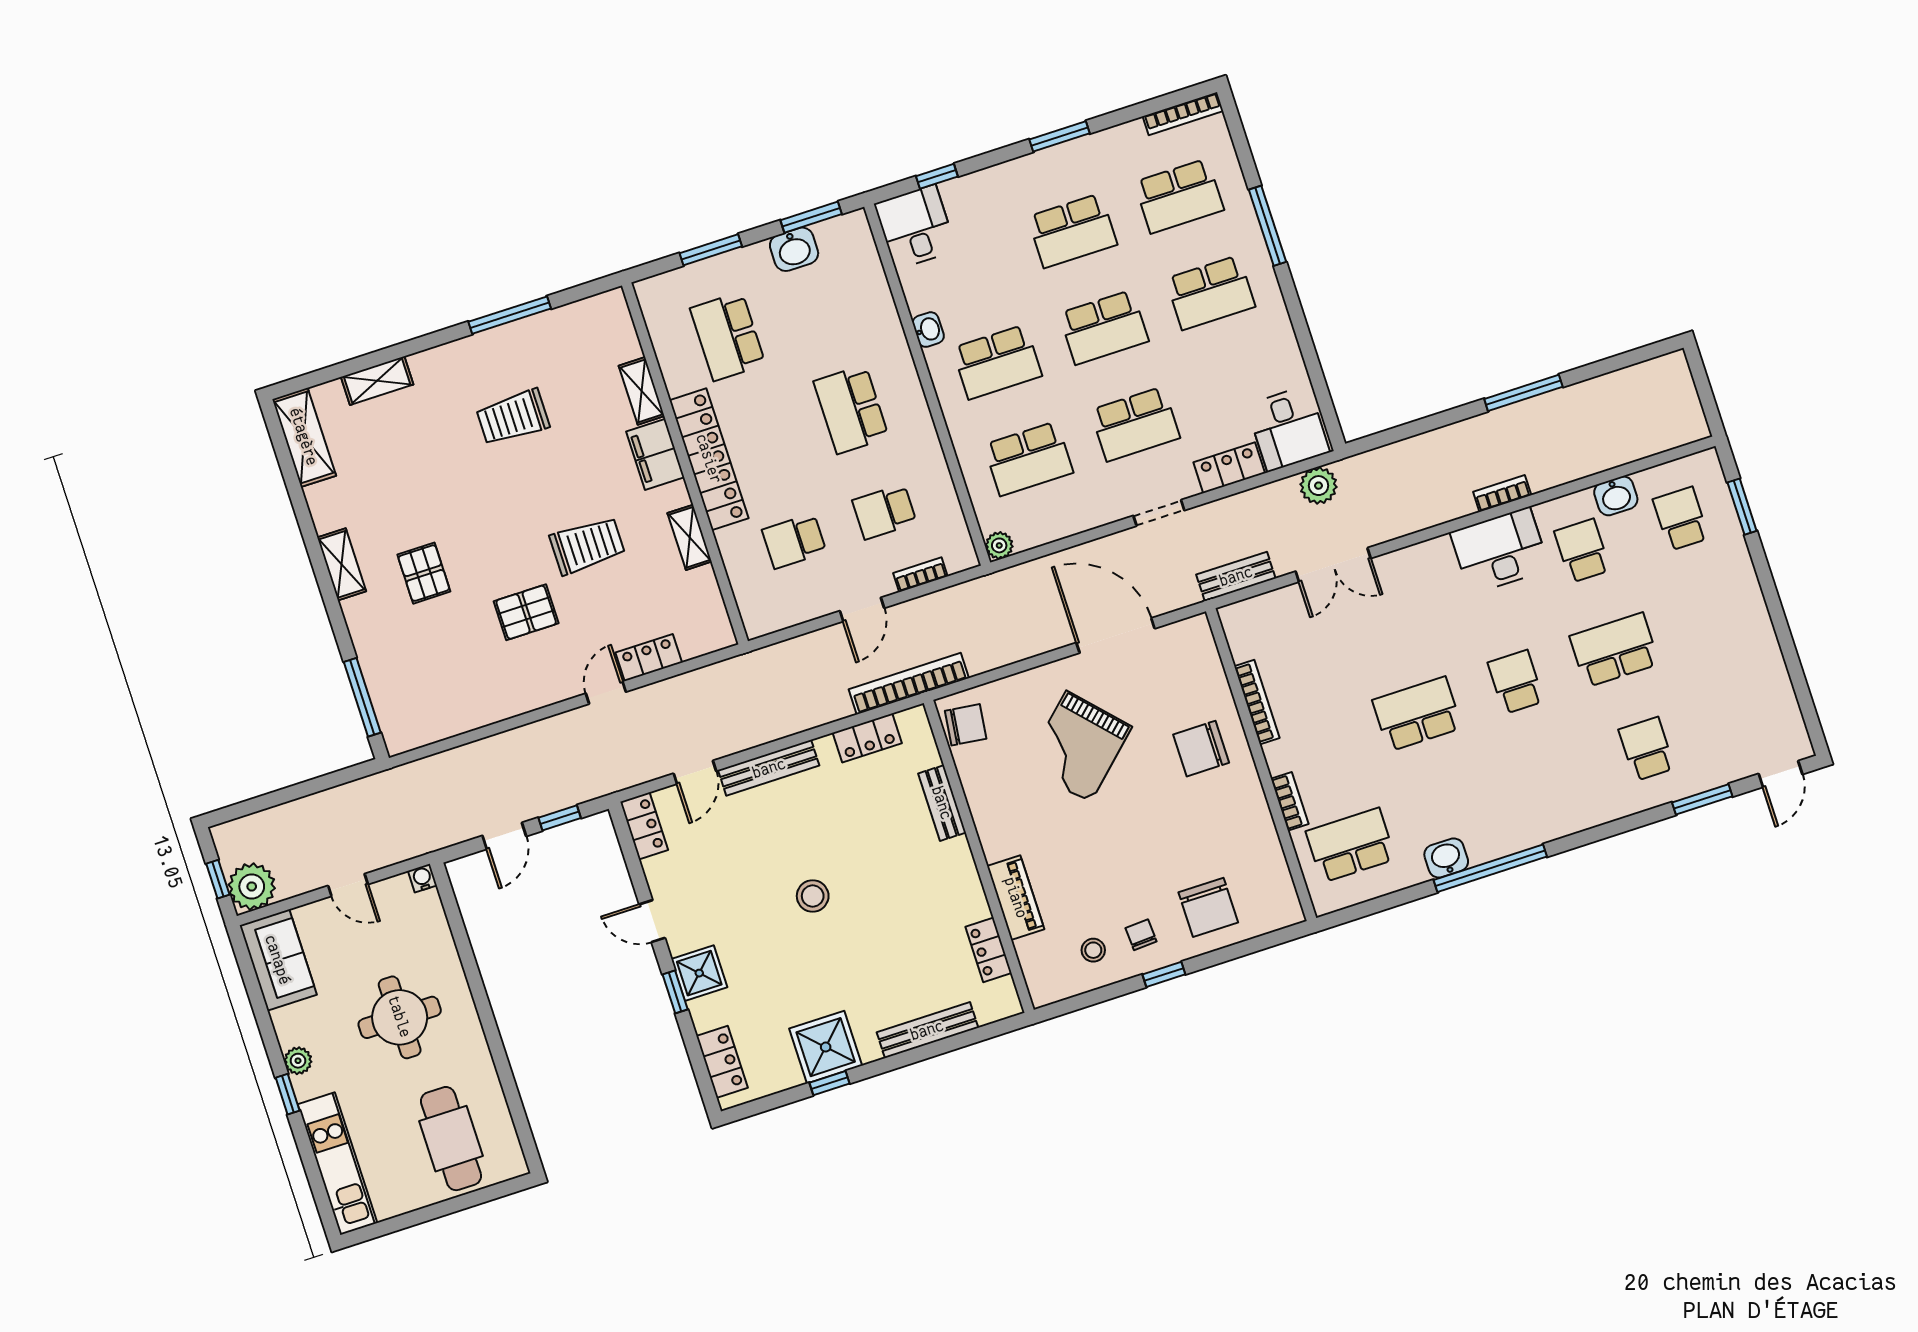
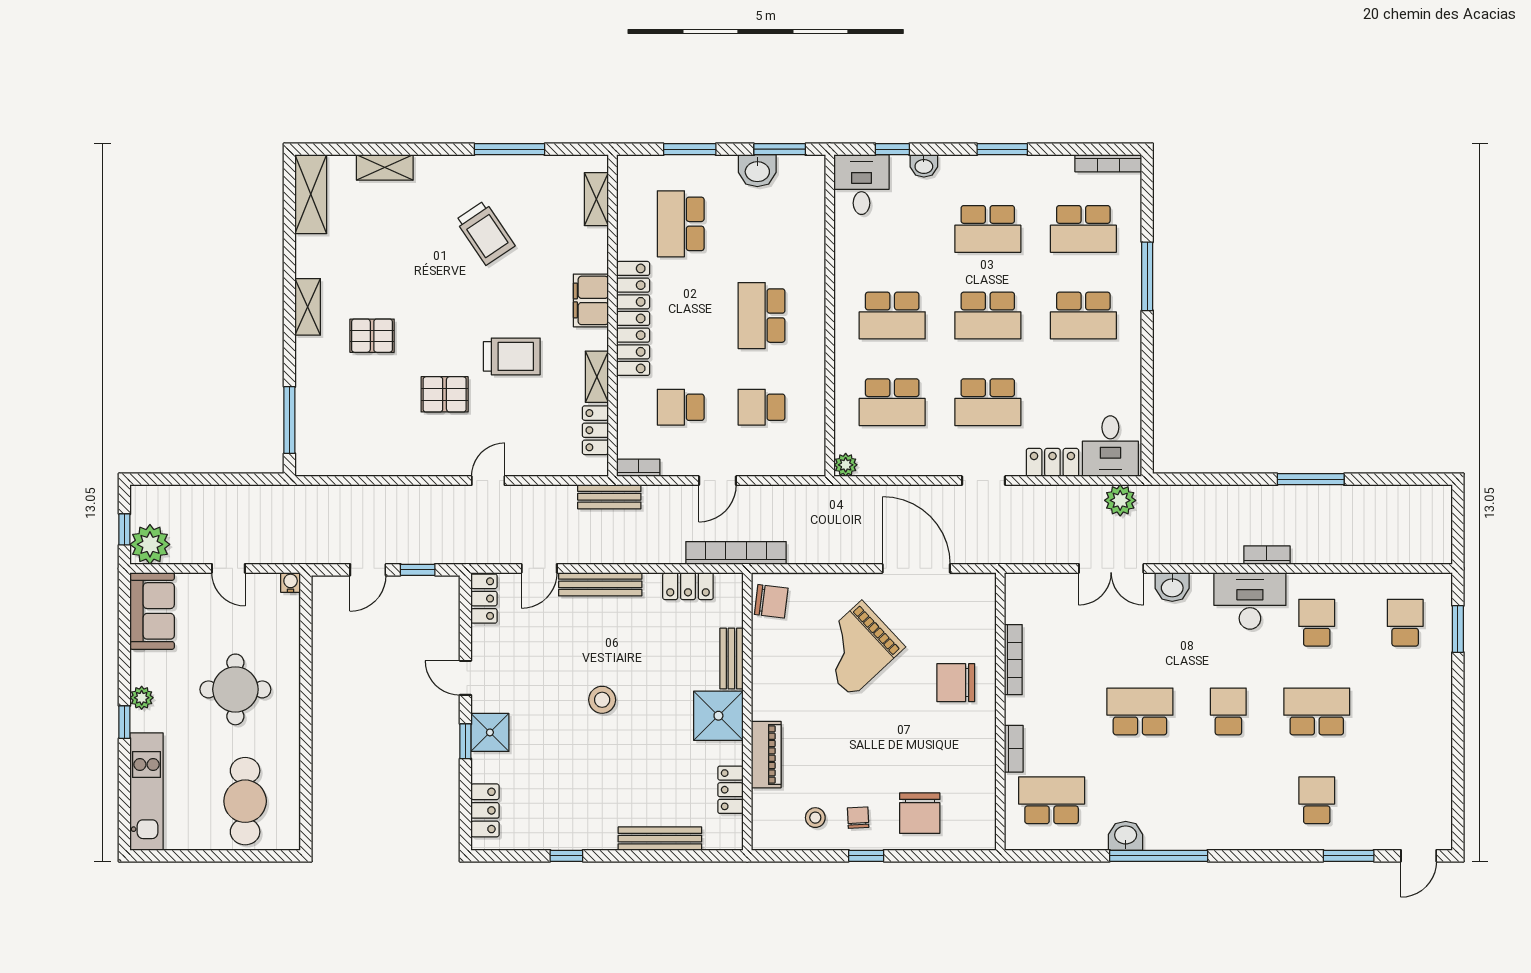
washbasin: (928, 330) -> (924, 166), moved, turned 90
shelving: (642, 391) -> (596, 199), moved
trolley: (513, 417) -> (485, 233), turned -124
washbasin: (1616, 496) -> (1172, 587), moved
pallet: (424, 573) -> (372, 336), turned 90
bookcase: (920, 575) -> (638, 468), moved
bench: (1236, 576) -> (609, 497), moved
locker: (649, 658) -> (595, 430), moved, turned -90
shower: (826, 1047) -> (718, 716), moved

